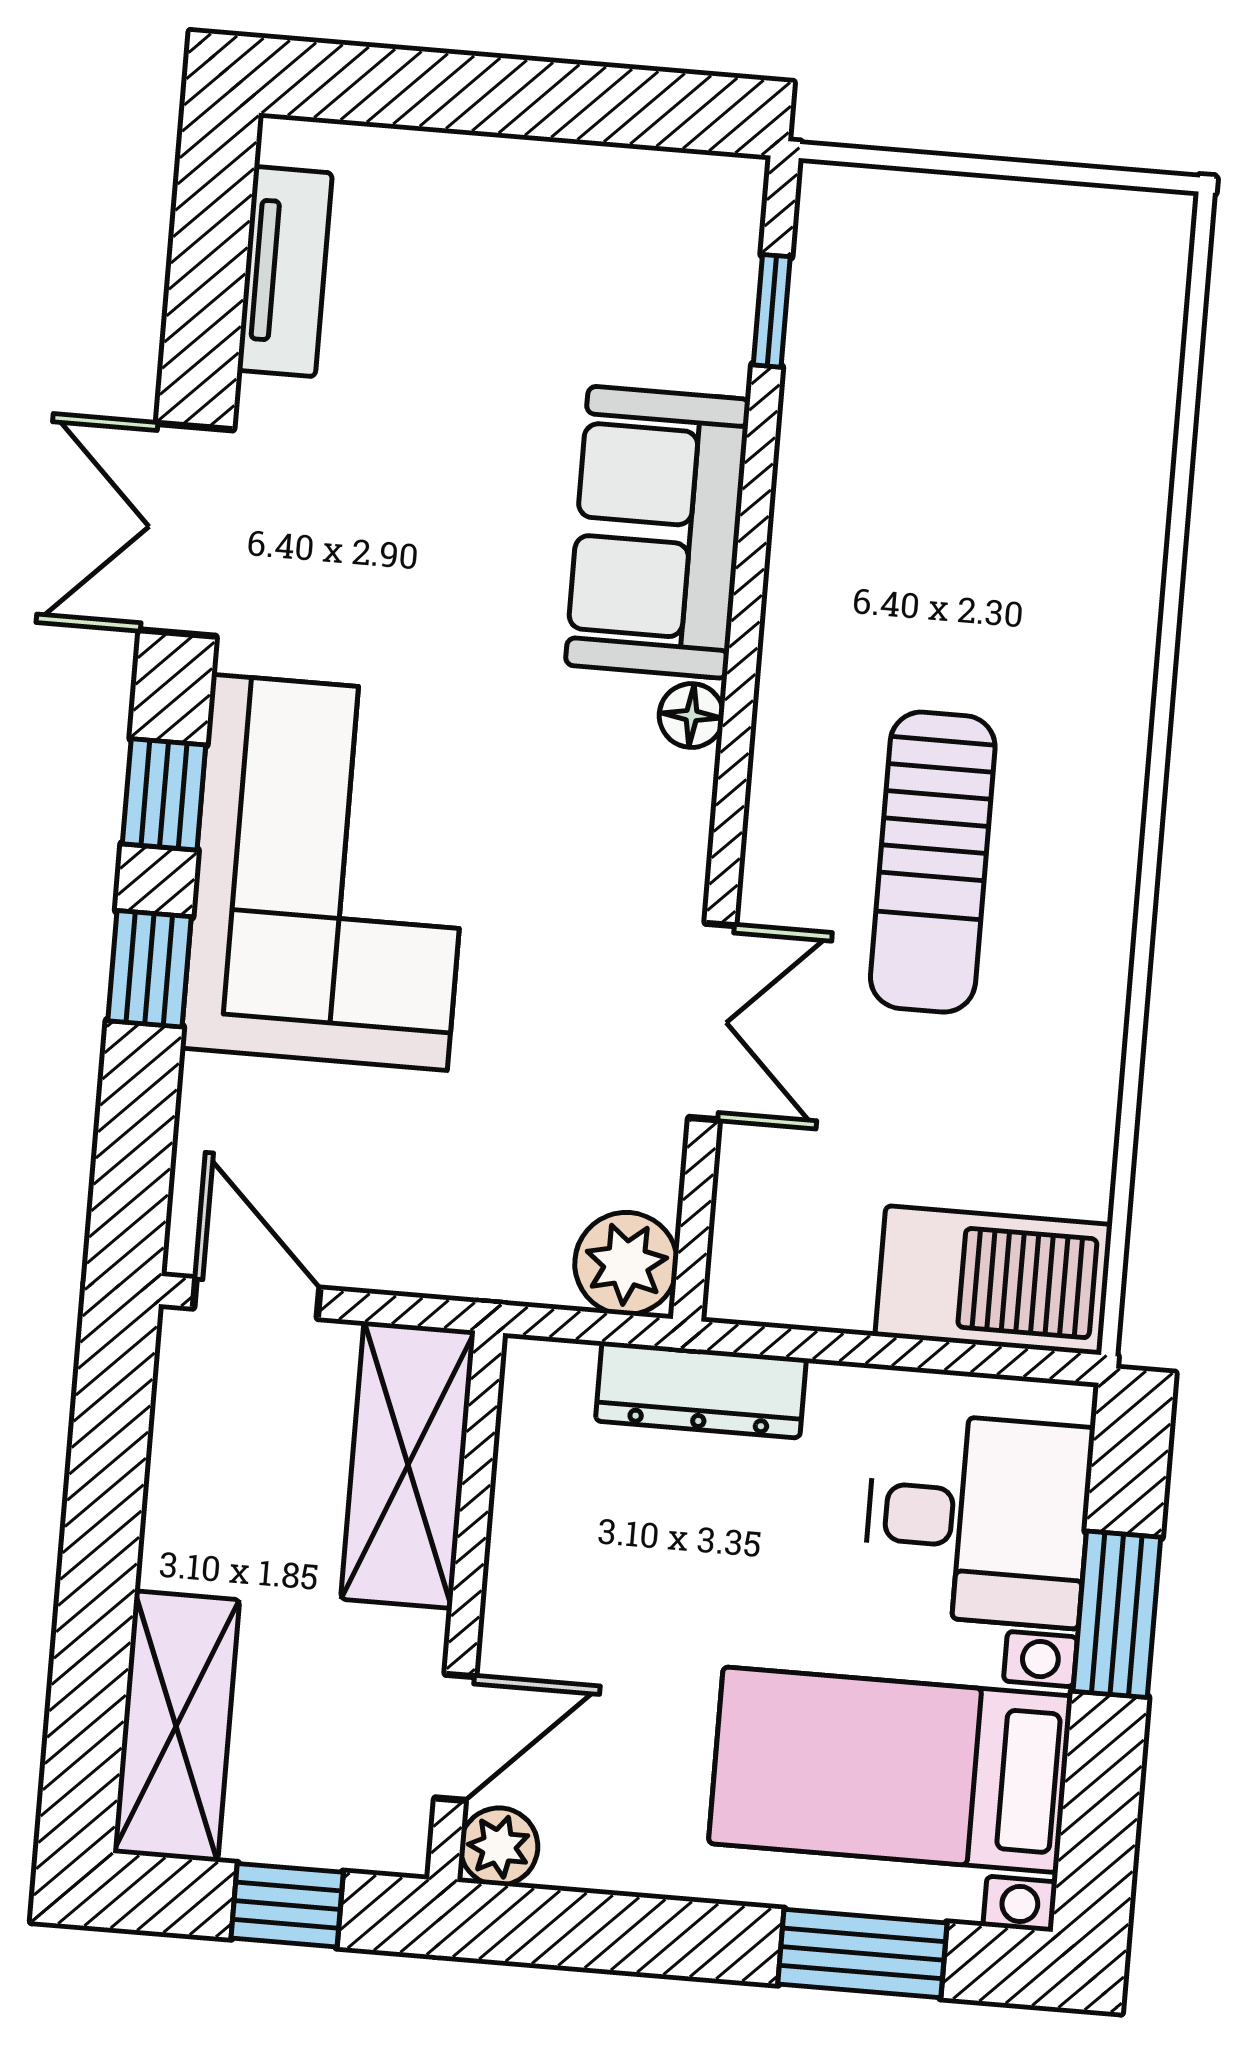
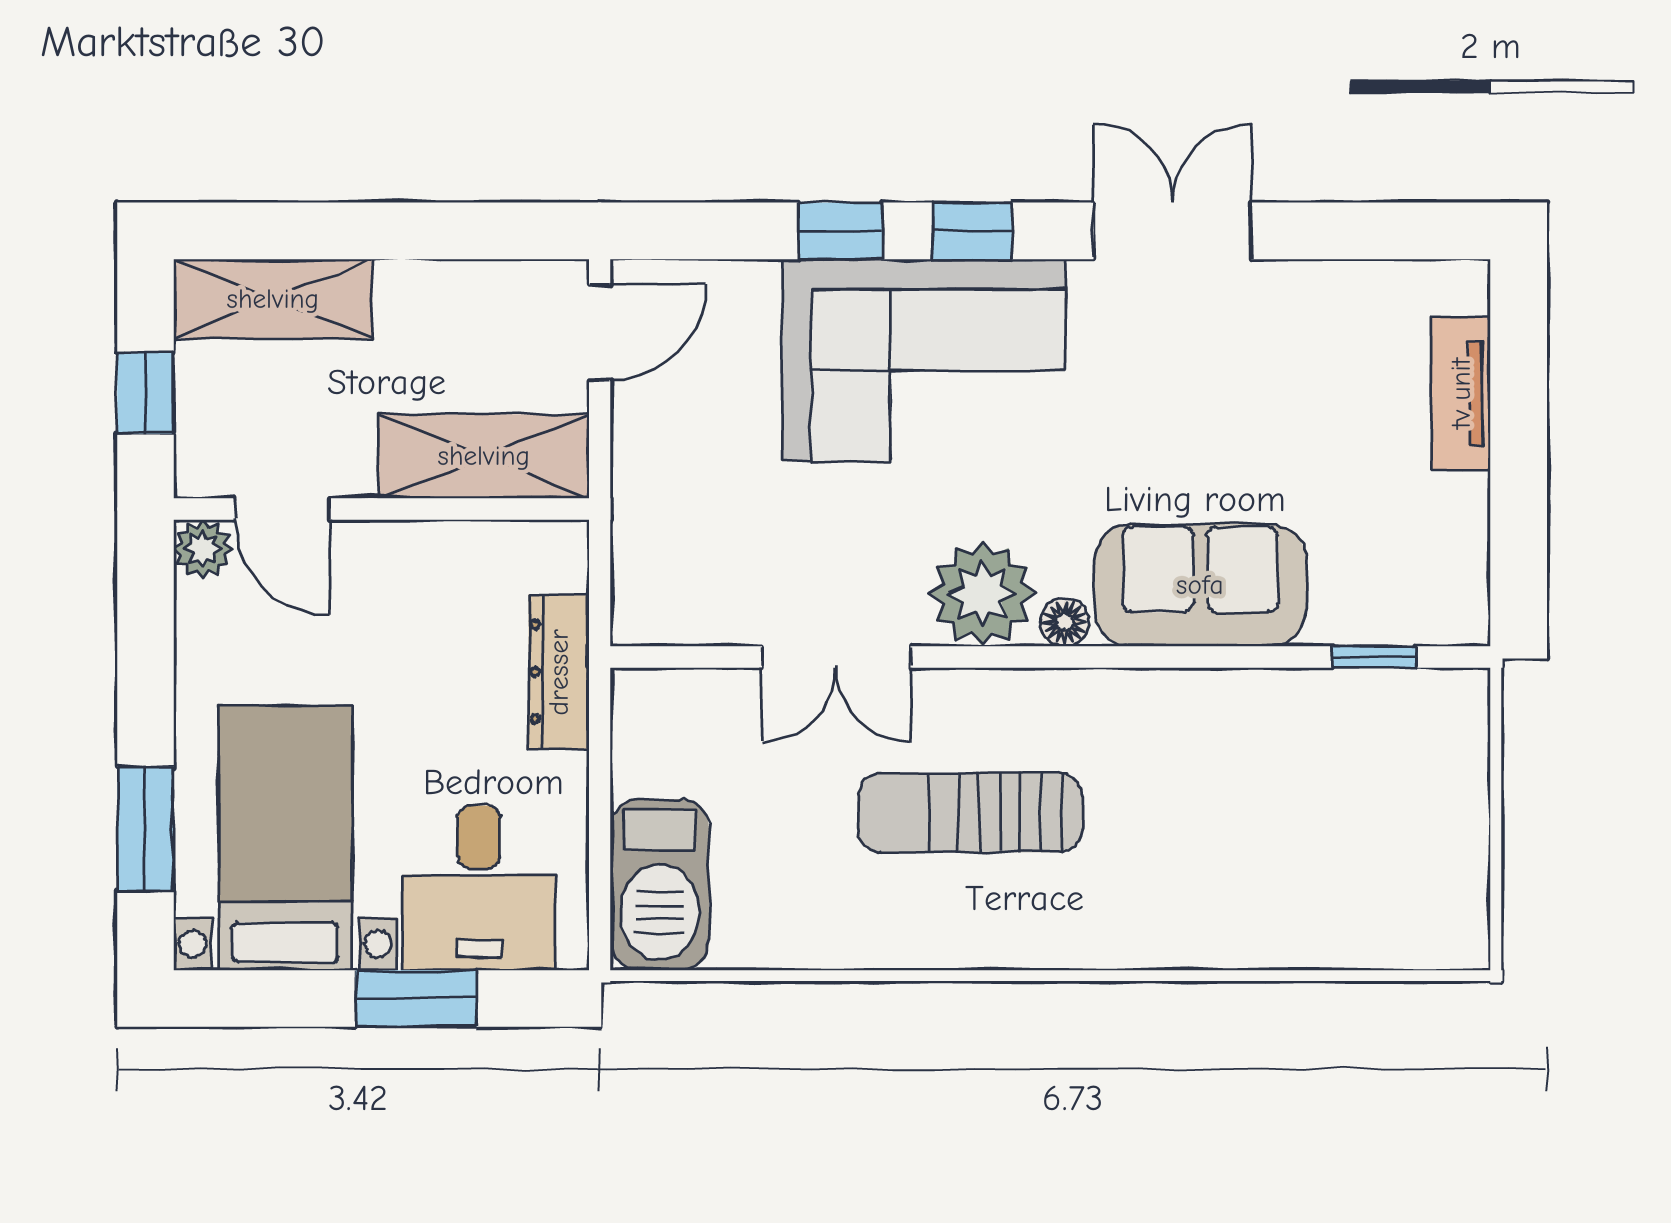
tv unit: (285, 272) -> (1461, 393), moved, turned 90
plant: (626, 1264) -> (982, 594), moved, width x1.36, depth x1.36

